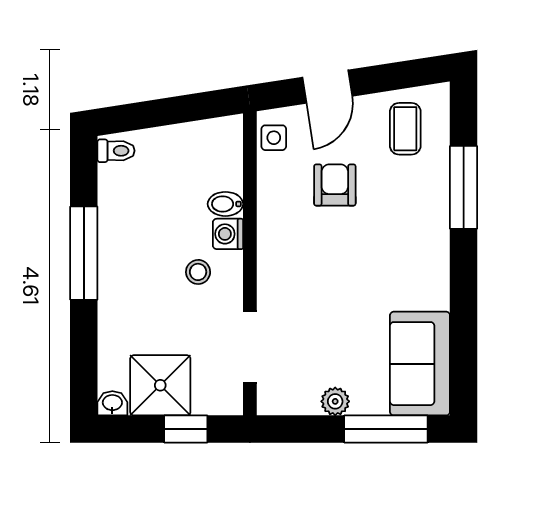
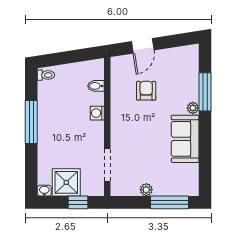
coffee table: (405, 129) -> (178, 65), removed
side table: (274, 138) -> (118, 69), removed
bidet: (225, 204) -> (96, 86), moved
plant: (437, 222) -> (193, 108), added
stool: (198, 272) -> (84, 131), removed
sofa: (420, 364) -> (185, 139), moved

